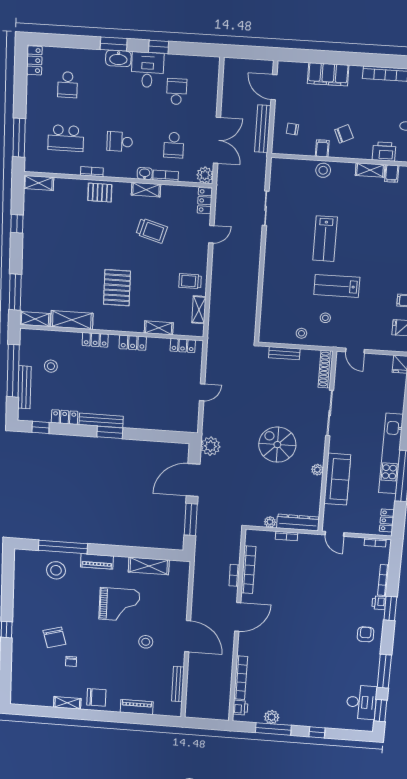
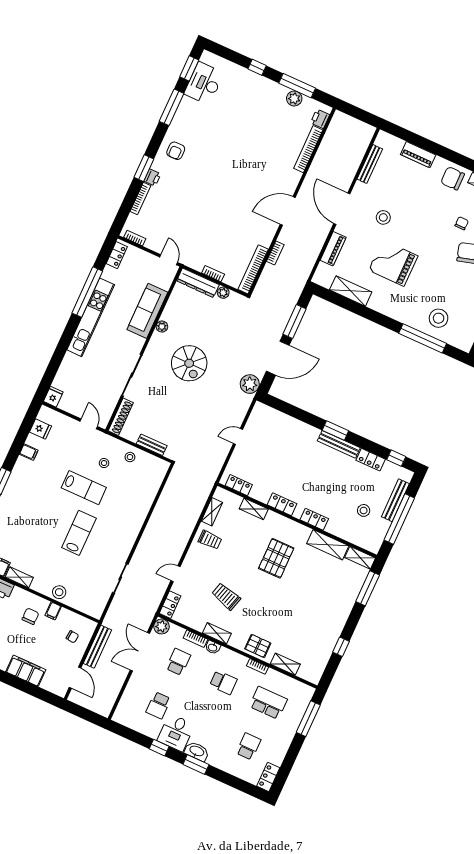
chair: (344, 134) -> (30, 616), turned 115
shelving: (39, 183) -> (285, 664), moved
piano: (97, 561) -> (333, 249), moved, turned 90
bookcase: (248, 570) -> (253, 269), moved

